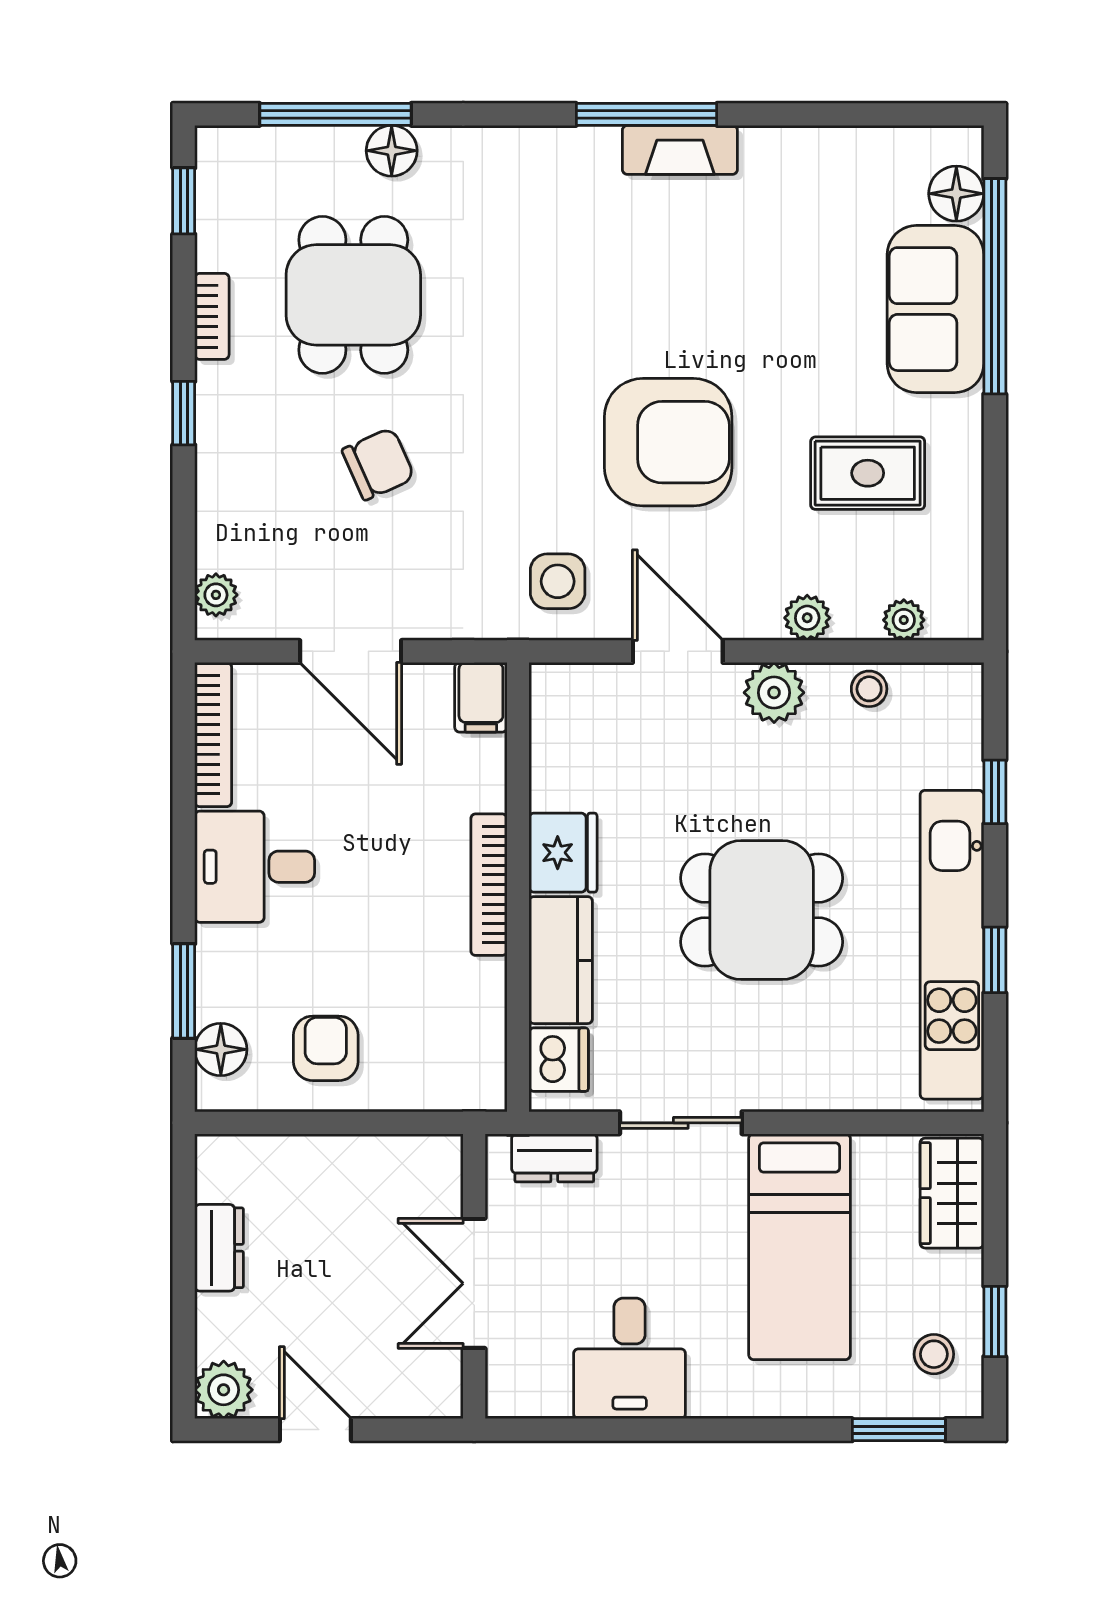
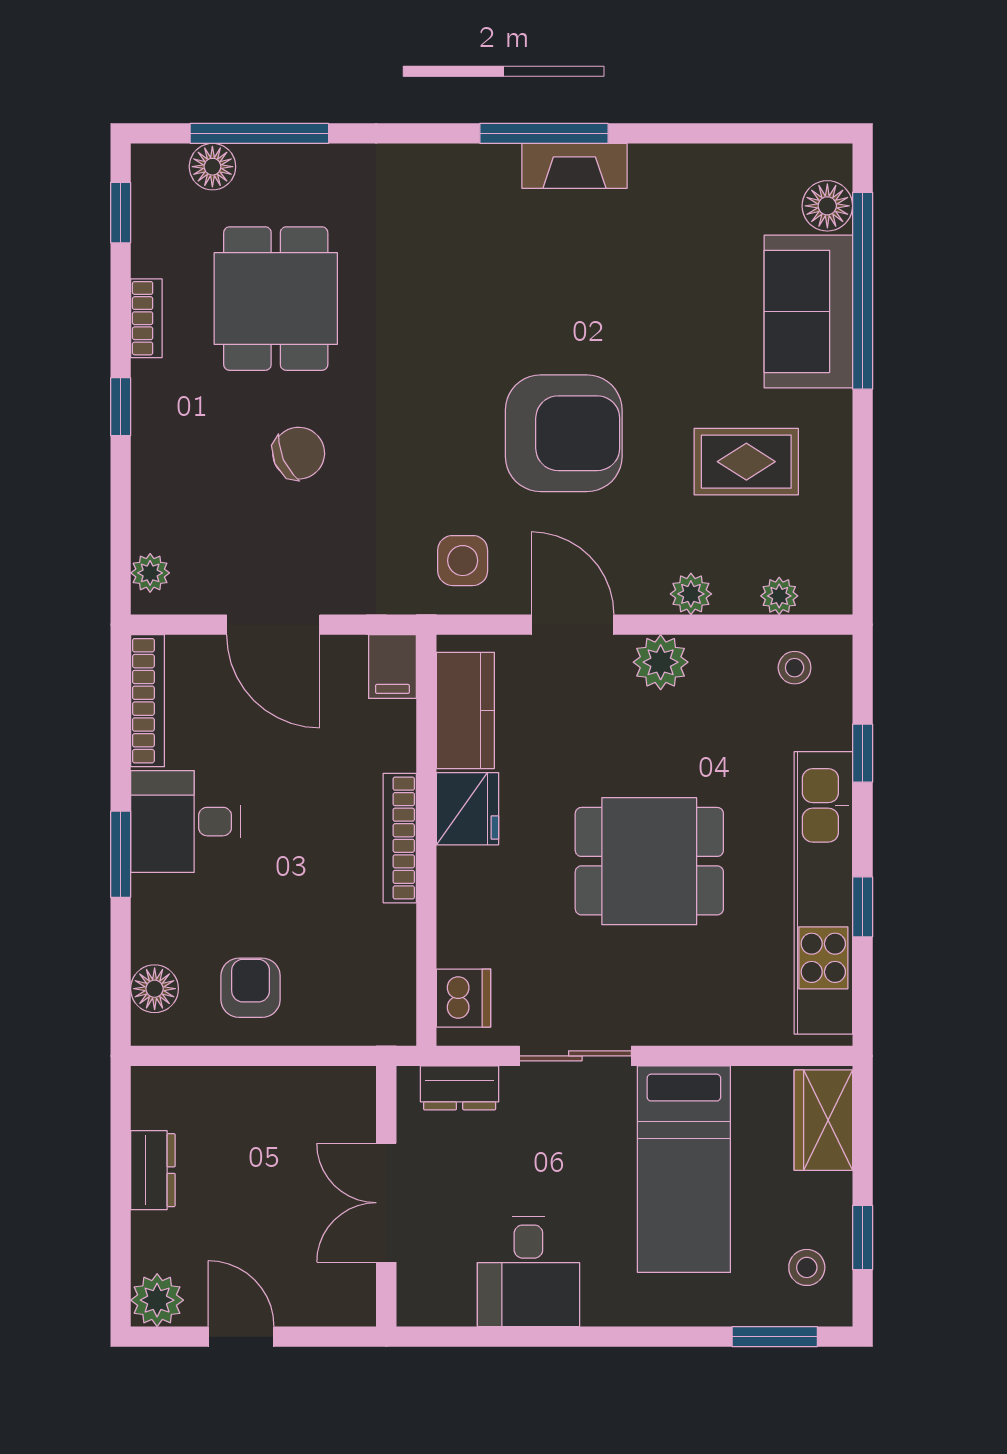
floor lamp: (392, 151) -> (212, 167), moved
stool: (869, 689) -> (795, 668), moved
kitchen counter: (561, 960) -> (465, 710), moved
window: (184, 991) -> (121, 854), moved

